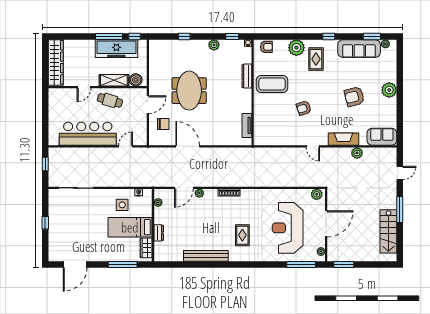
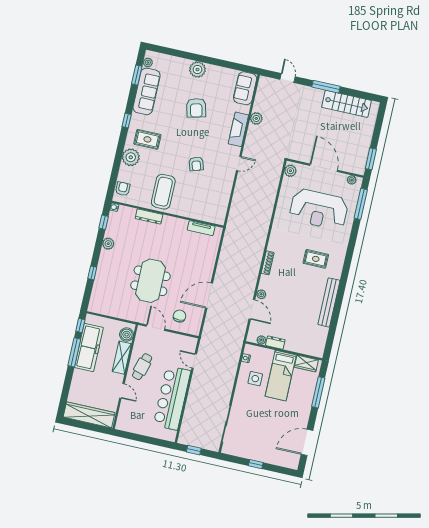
meeting table: (189, 91) -> (150, 281), turned 90
dresser: (159, 233) -> (275, 343), moved
door: (75, 265) -> (307, 442), swing flipped

